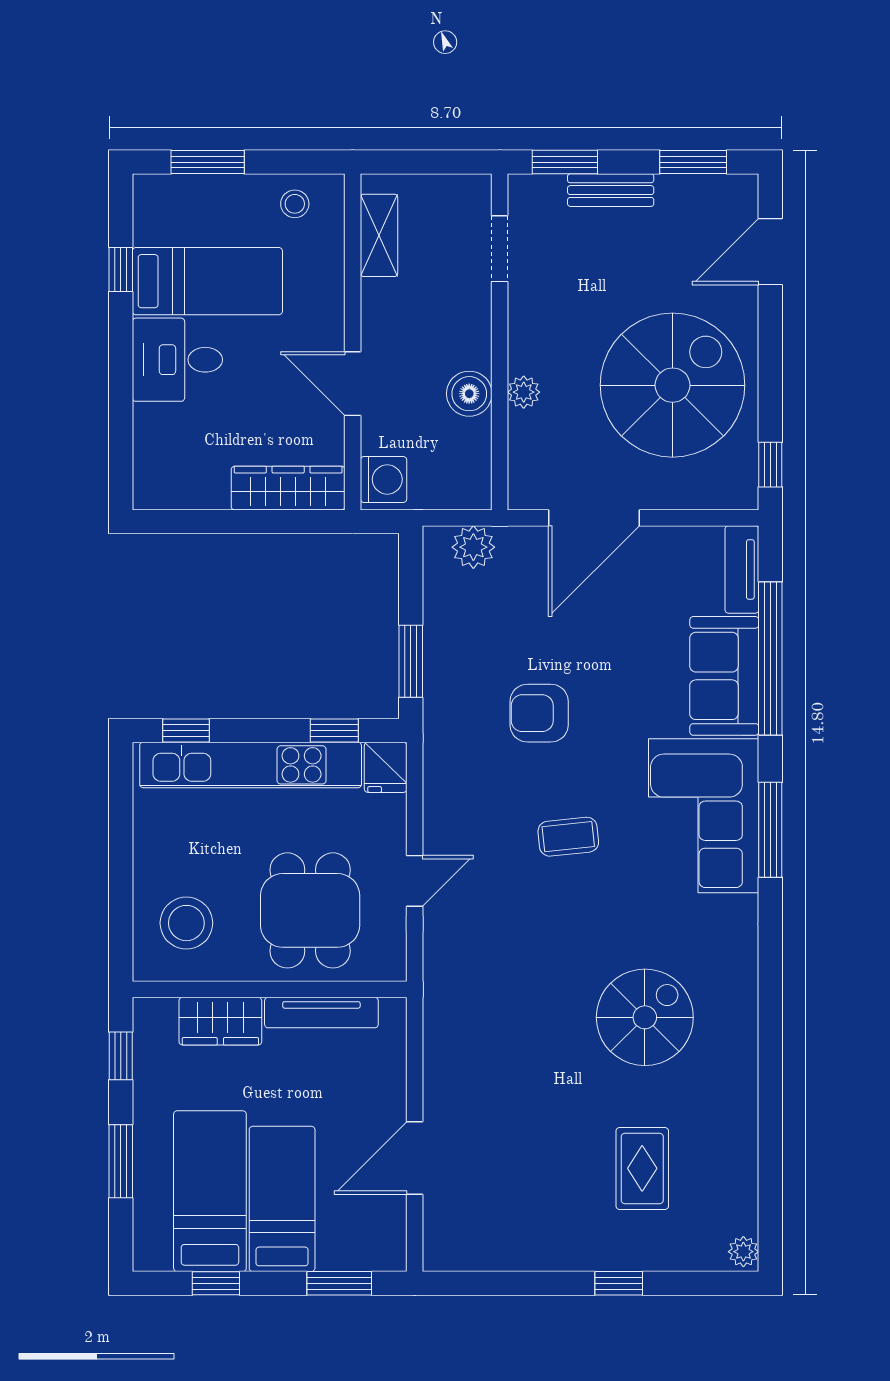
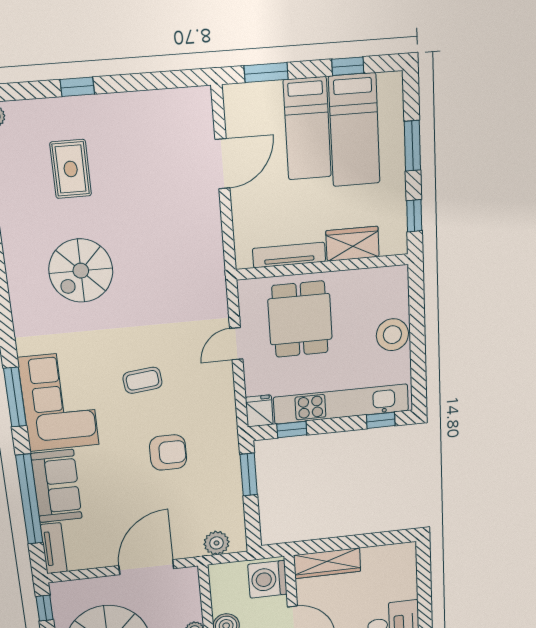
washing machine: (384, 479) -> (268, 579), width x1.37, depth x1.37
stool: (186, 923) -> (392, 335), moved

